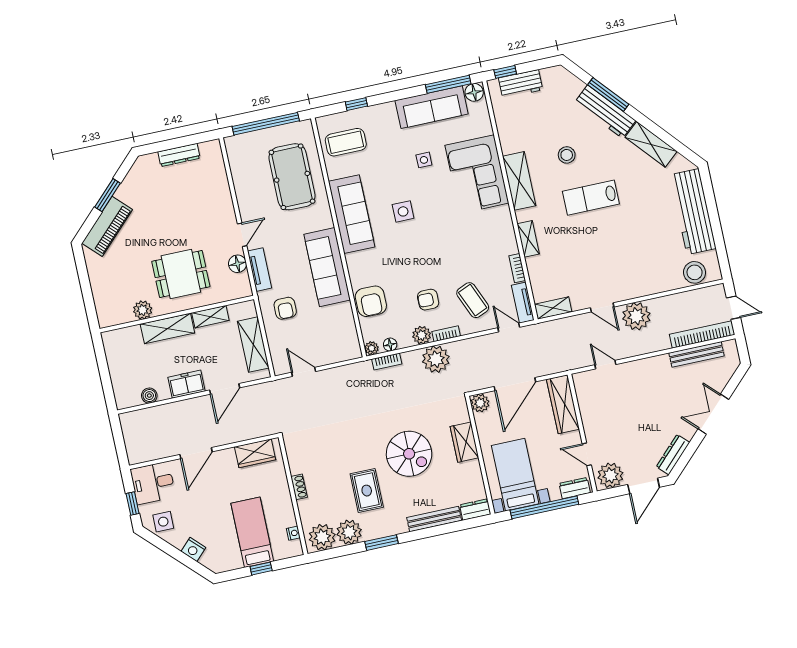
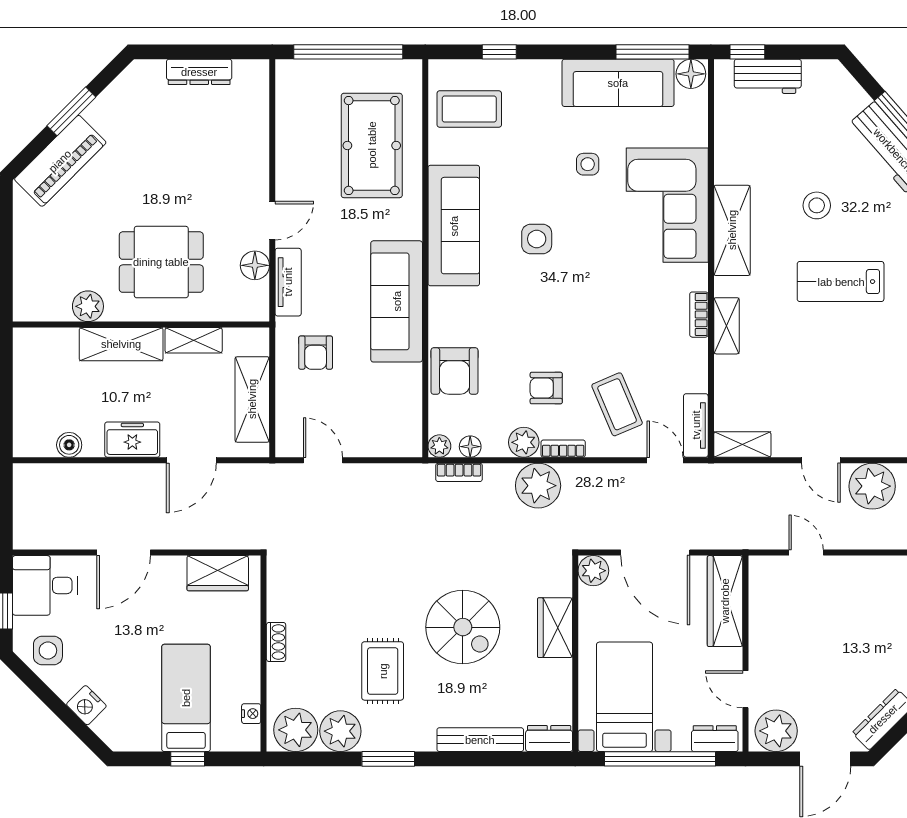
bookcase: (517, 268) -> (699, 315), moved
door: (515, 384) -> (655, 553), hinge flipped

